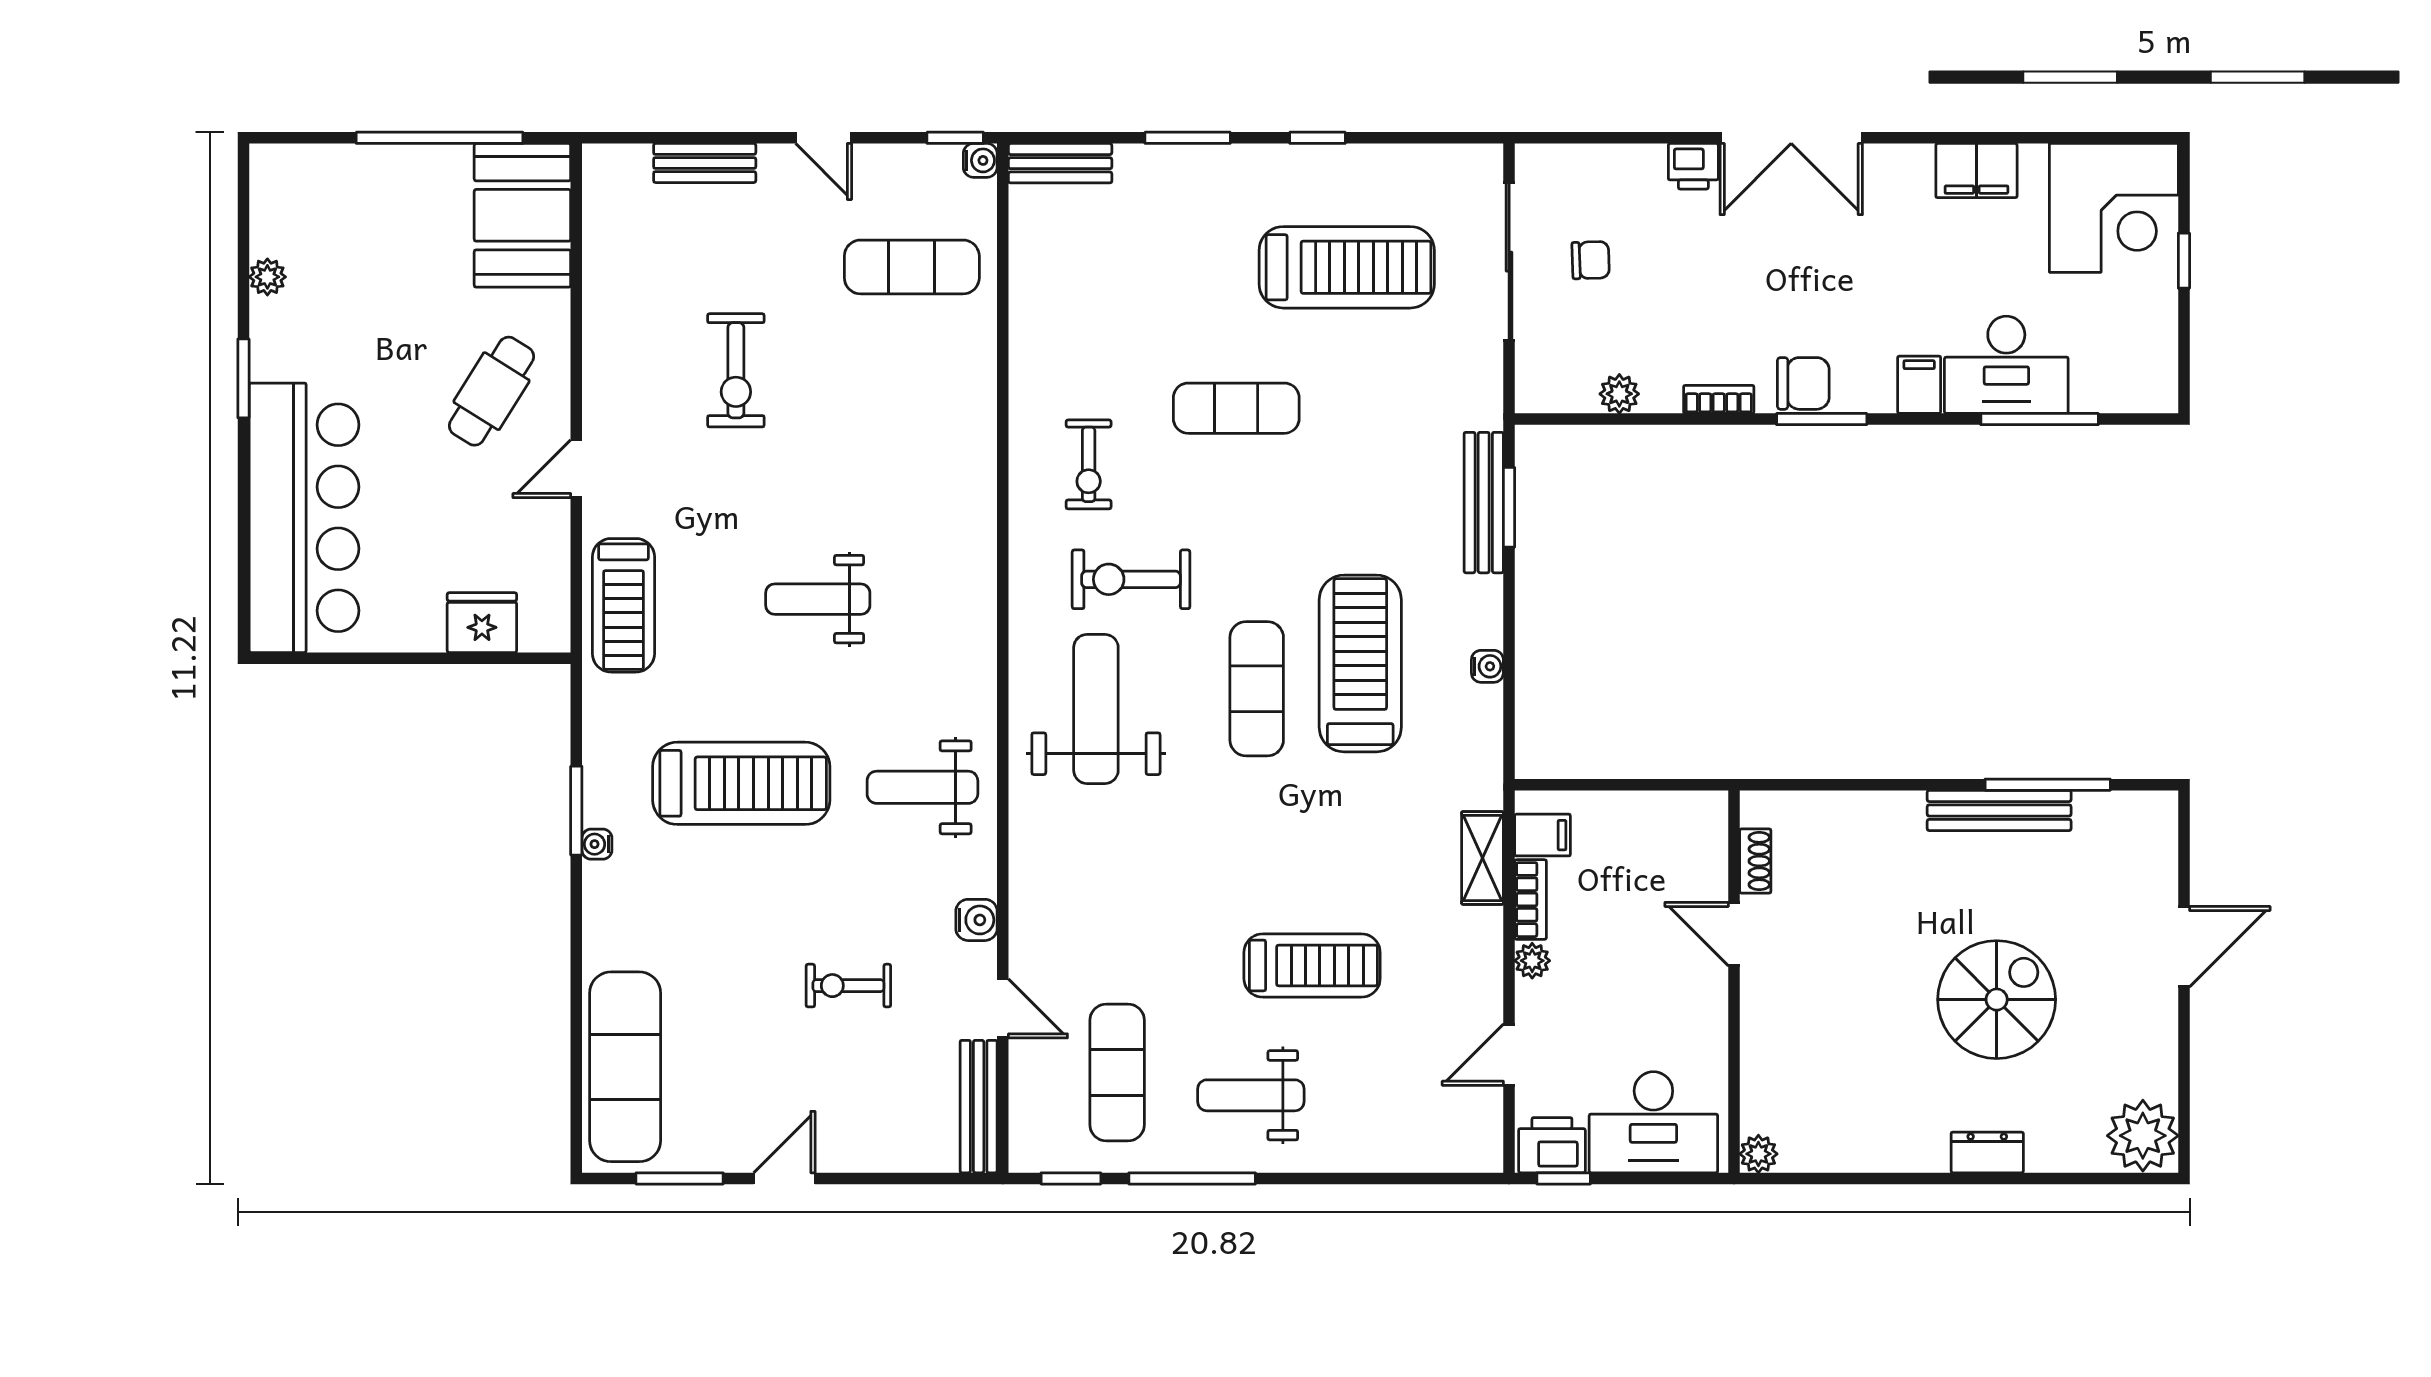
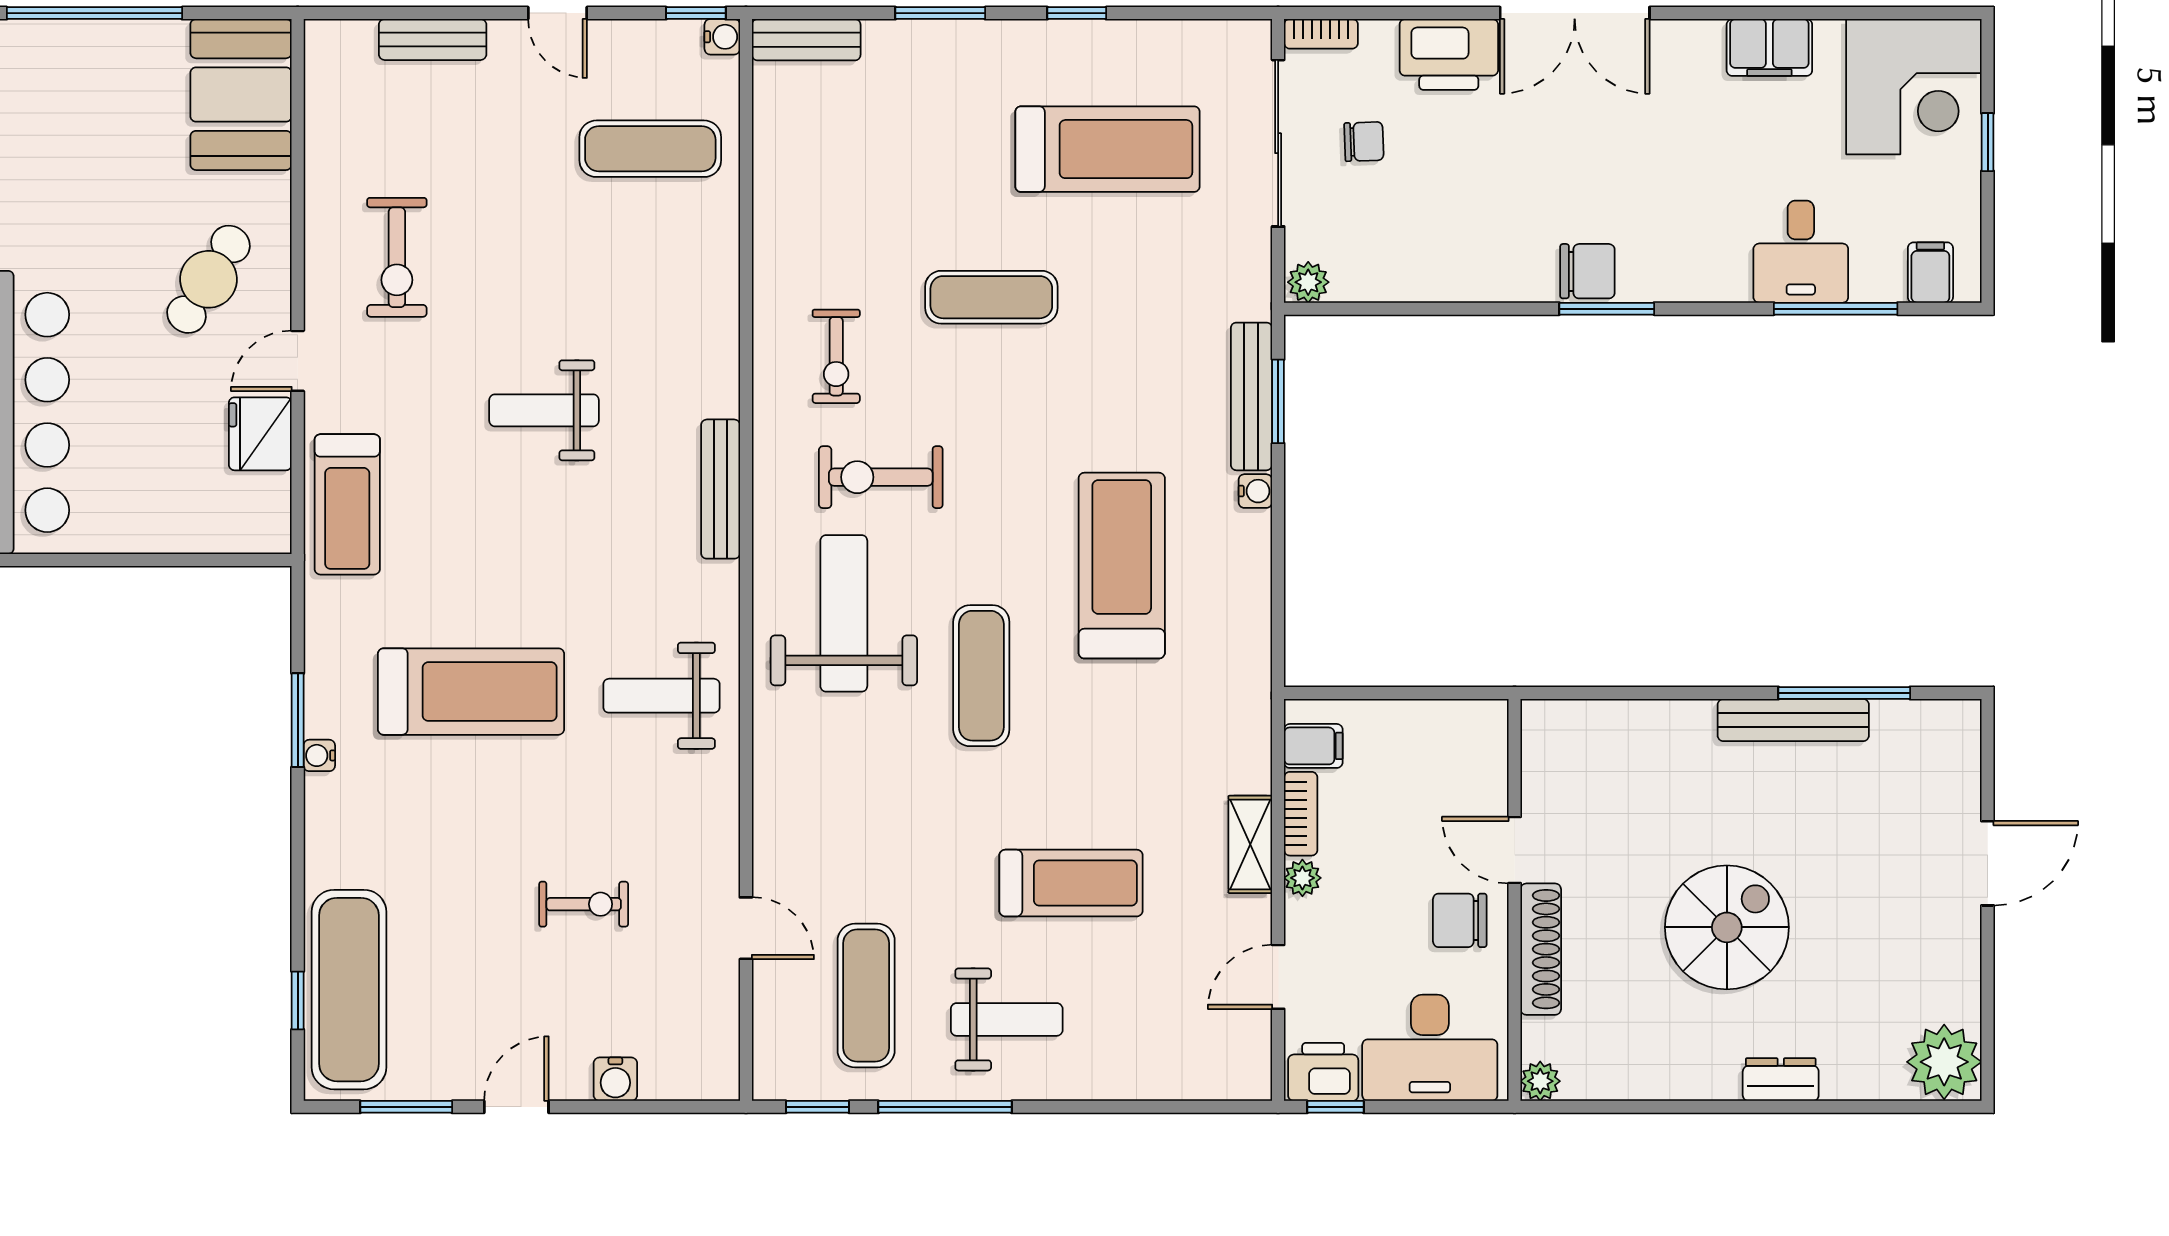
window: (440, 138) -> (94, 13), moved
printer: (1693, 166) -> (1449, 54), width x1.87, depth x1.48
desk: (2006, 365) -> (1801, 252), width x0.73
exercise bike: (736, 370) -> (397, 257), moved
filing cabinet: (1919, 385) -> (1930, 273), moved
plant: (1619, 394) -> (1308, 282), moved
bookcase: (1719, 399) -> (1321, 34), moved, turned 180
weight bench: (818, 599) -> (544, 410), moved
fridge: (482, 623) -> (260, 434), moved, turned -90
water cooler: (1487, 666) -> (1255, 491), moved
exercise mat: (1257, 689) -> (981, 676), moved
shelving: (1483, 858) -> (1250, 844), moved
shoe rack: (1755, 861) -> (1541, 949), moved, width x1.94, depth x1.24
water cooler: (977, 920) -> (615, 1079), moved, turned 90
exercise bike: (848, 986) -> (584, 904), turned 180
spiral stairs: (1997, 1000) -> (1727, 927), moved
chair: (1682, 1001) -> (1460, 920), added
window: (576, 1077) -> (298, 1000), added
weight bench: (1251, 1095) -> (1007, 1019), turned 180
bench: (979, 1107) -> (721, 489), moved

